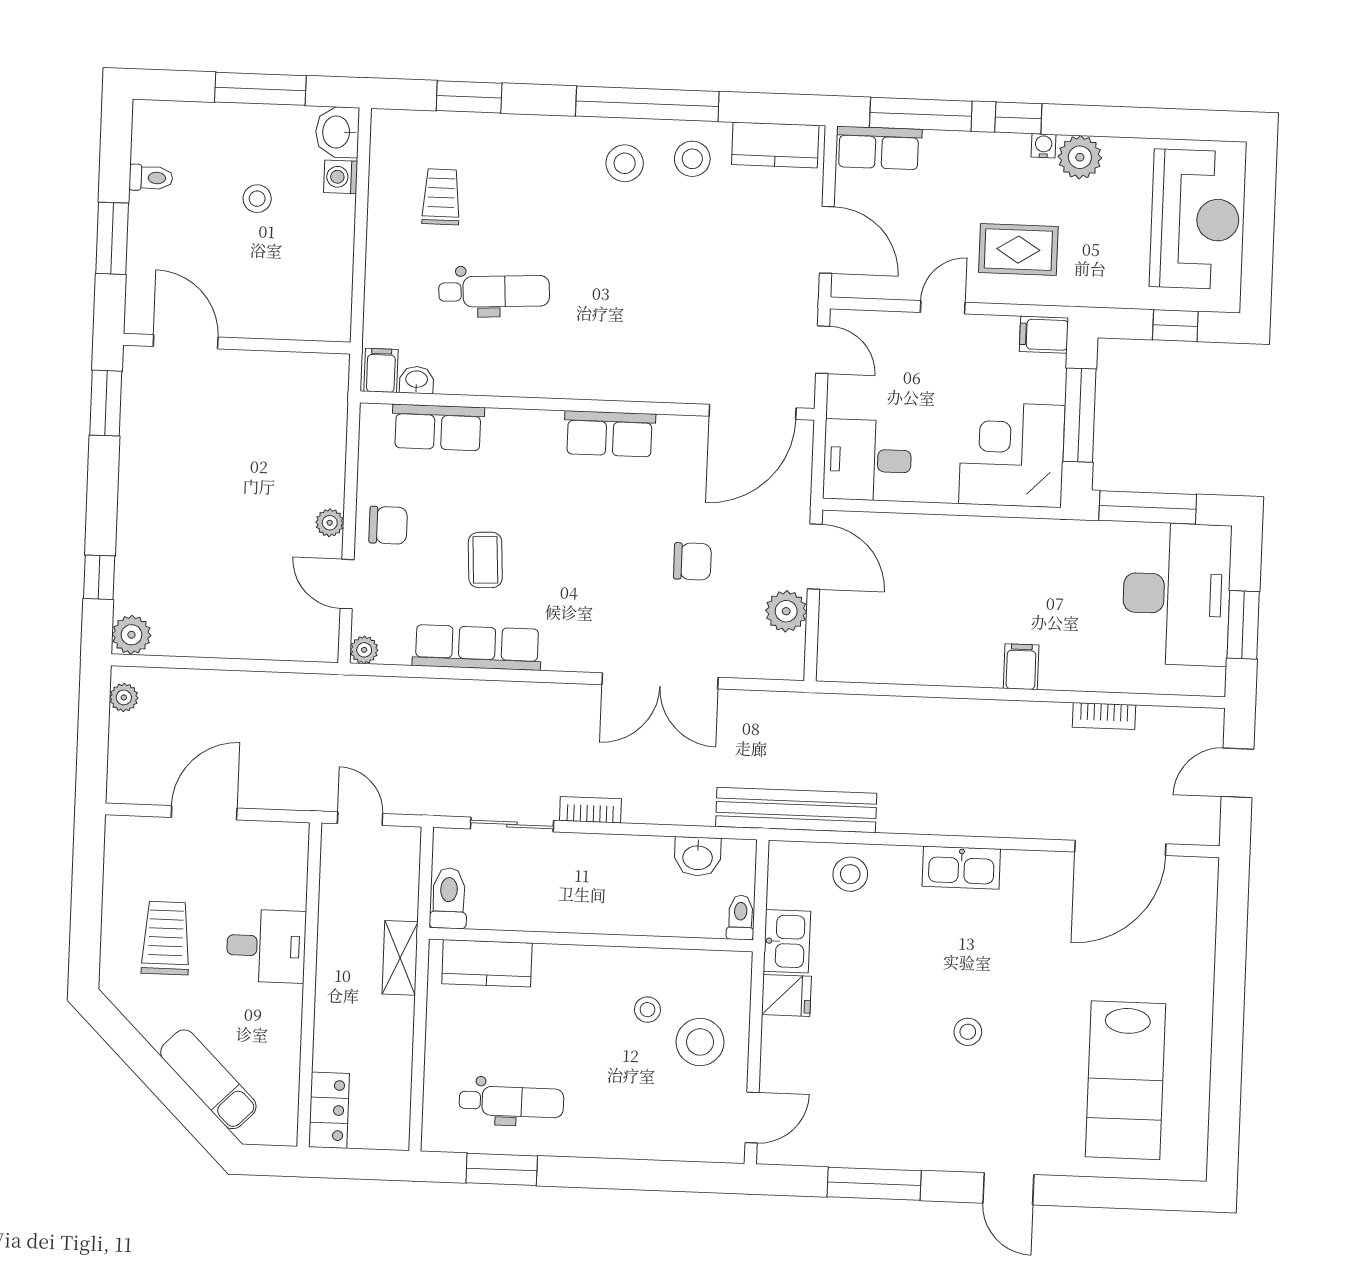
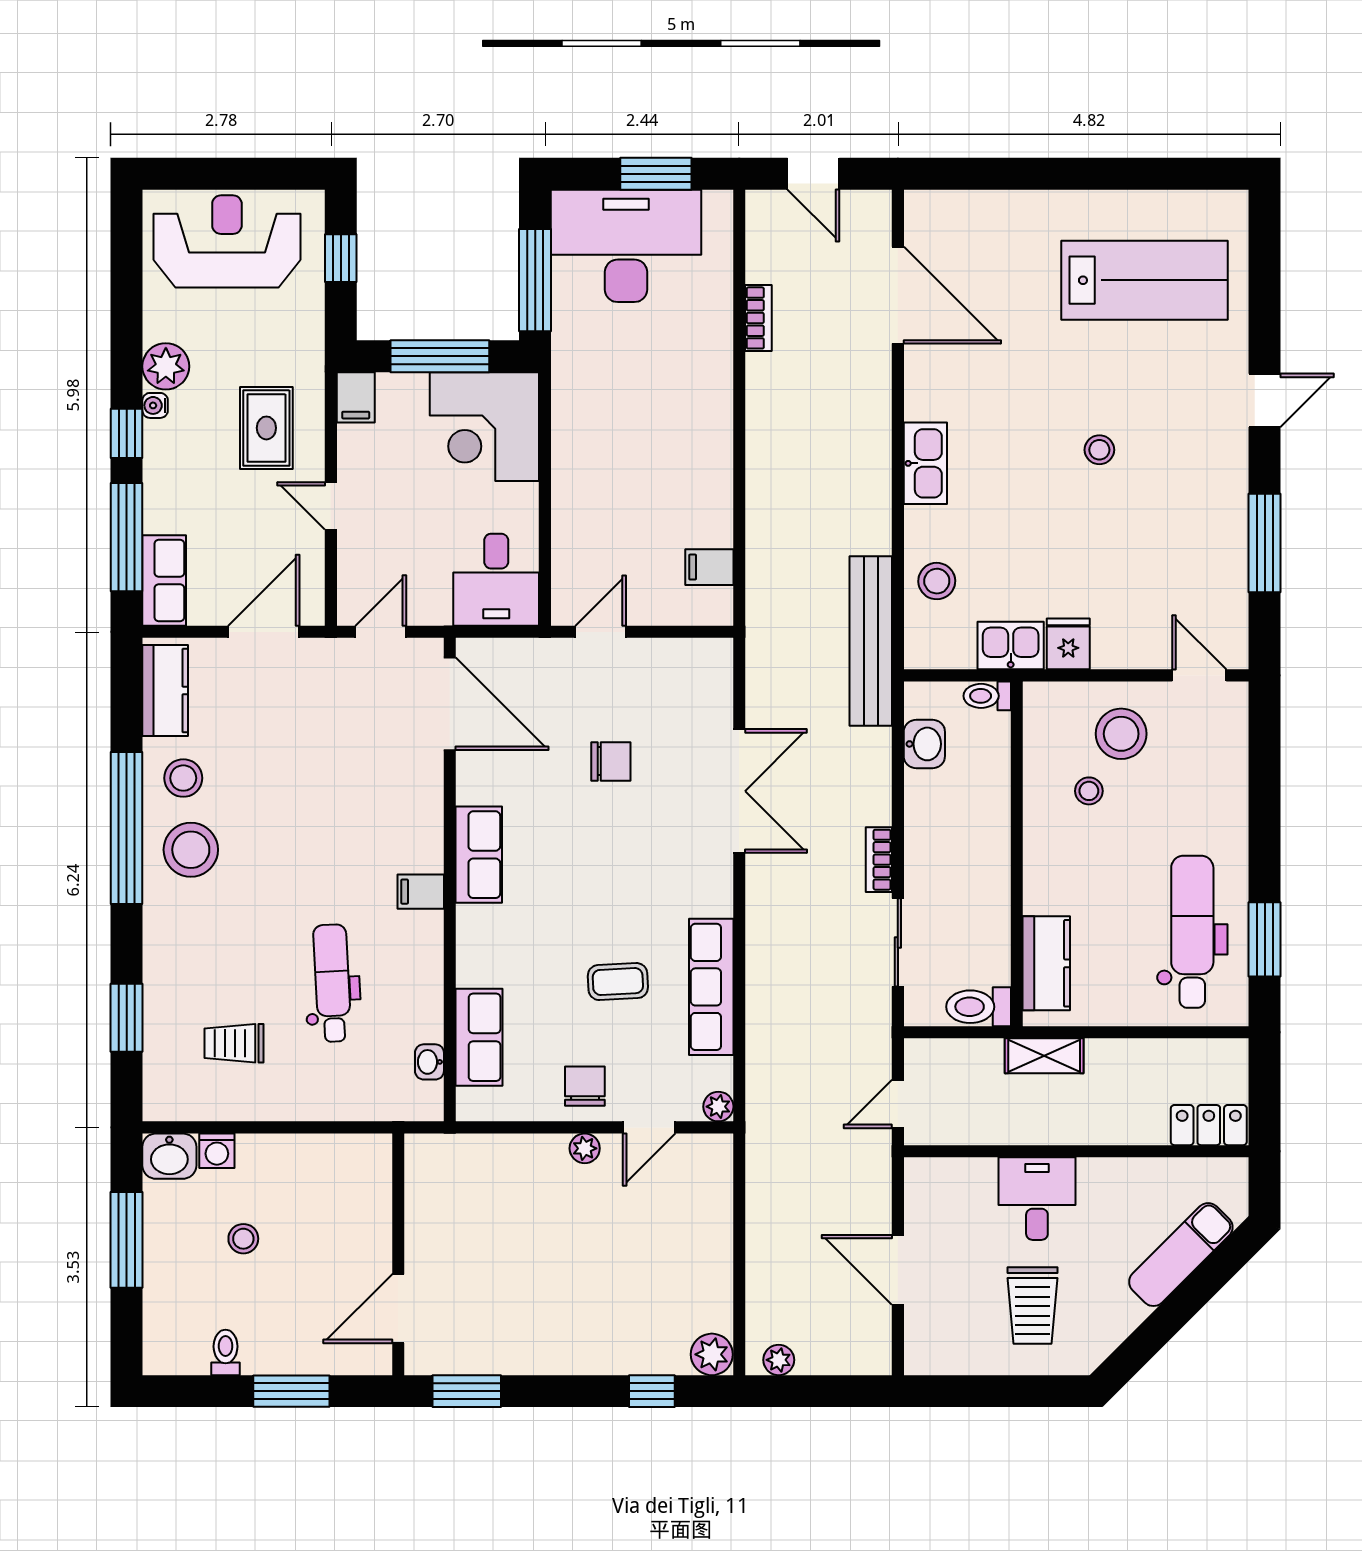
stool: (625, 163) -> (191, 850), width x1.38, depth x1.38
filing cabinet: (381, 370) -> (421, 892), moved
door: (815, 556) -> (601, 632), width x0.73
chair: (692, 561) -> (611, 761), turned 90
plant: (786, 611) -> (660, 660), removed
filing cabinet: (1021, 667) -> (709, 567), moved
trolley: (166, 938) -> (1033, 1305), turned -90
dental chair: (511, 1102) -> (1192, 932), width x1.36, depth x1.38

